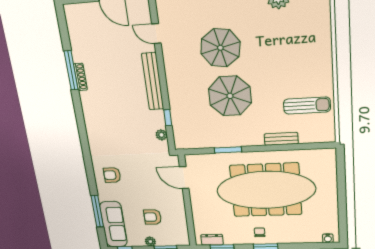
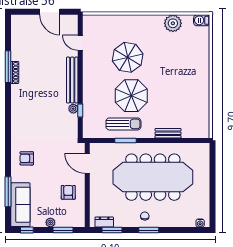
sun lounger: (307, 106) -> (123, 124), moved
plant: (161, 135) -> (73, 109), moved
armchair: (153, 217) -> (68, 192), moved, turned 90

